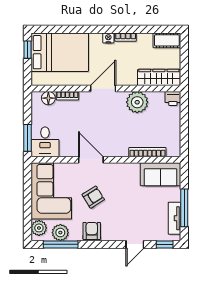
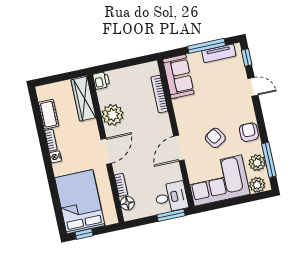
cot: (167, 40) -> (49, 114), moved
door: (103, 88) -> (106, 151), swing flipped
armchair: (92, 231) -> (249, 132), turned 90

